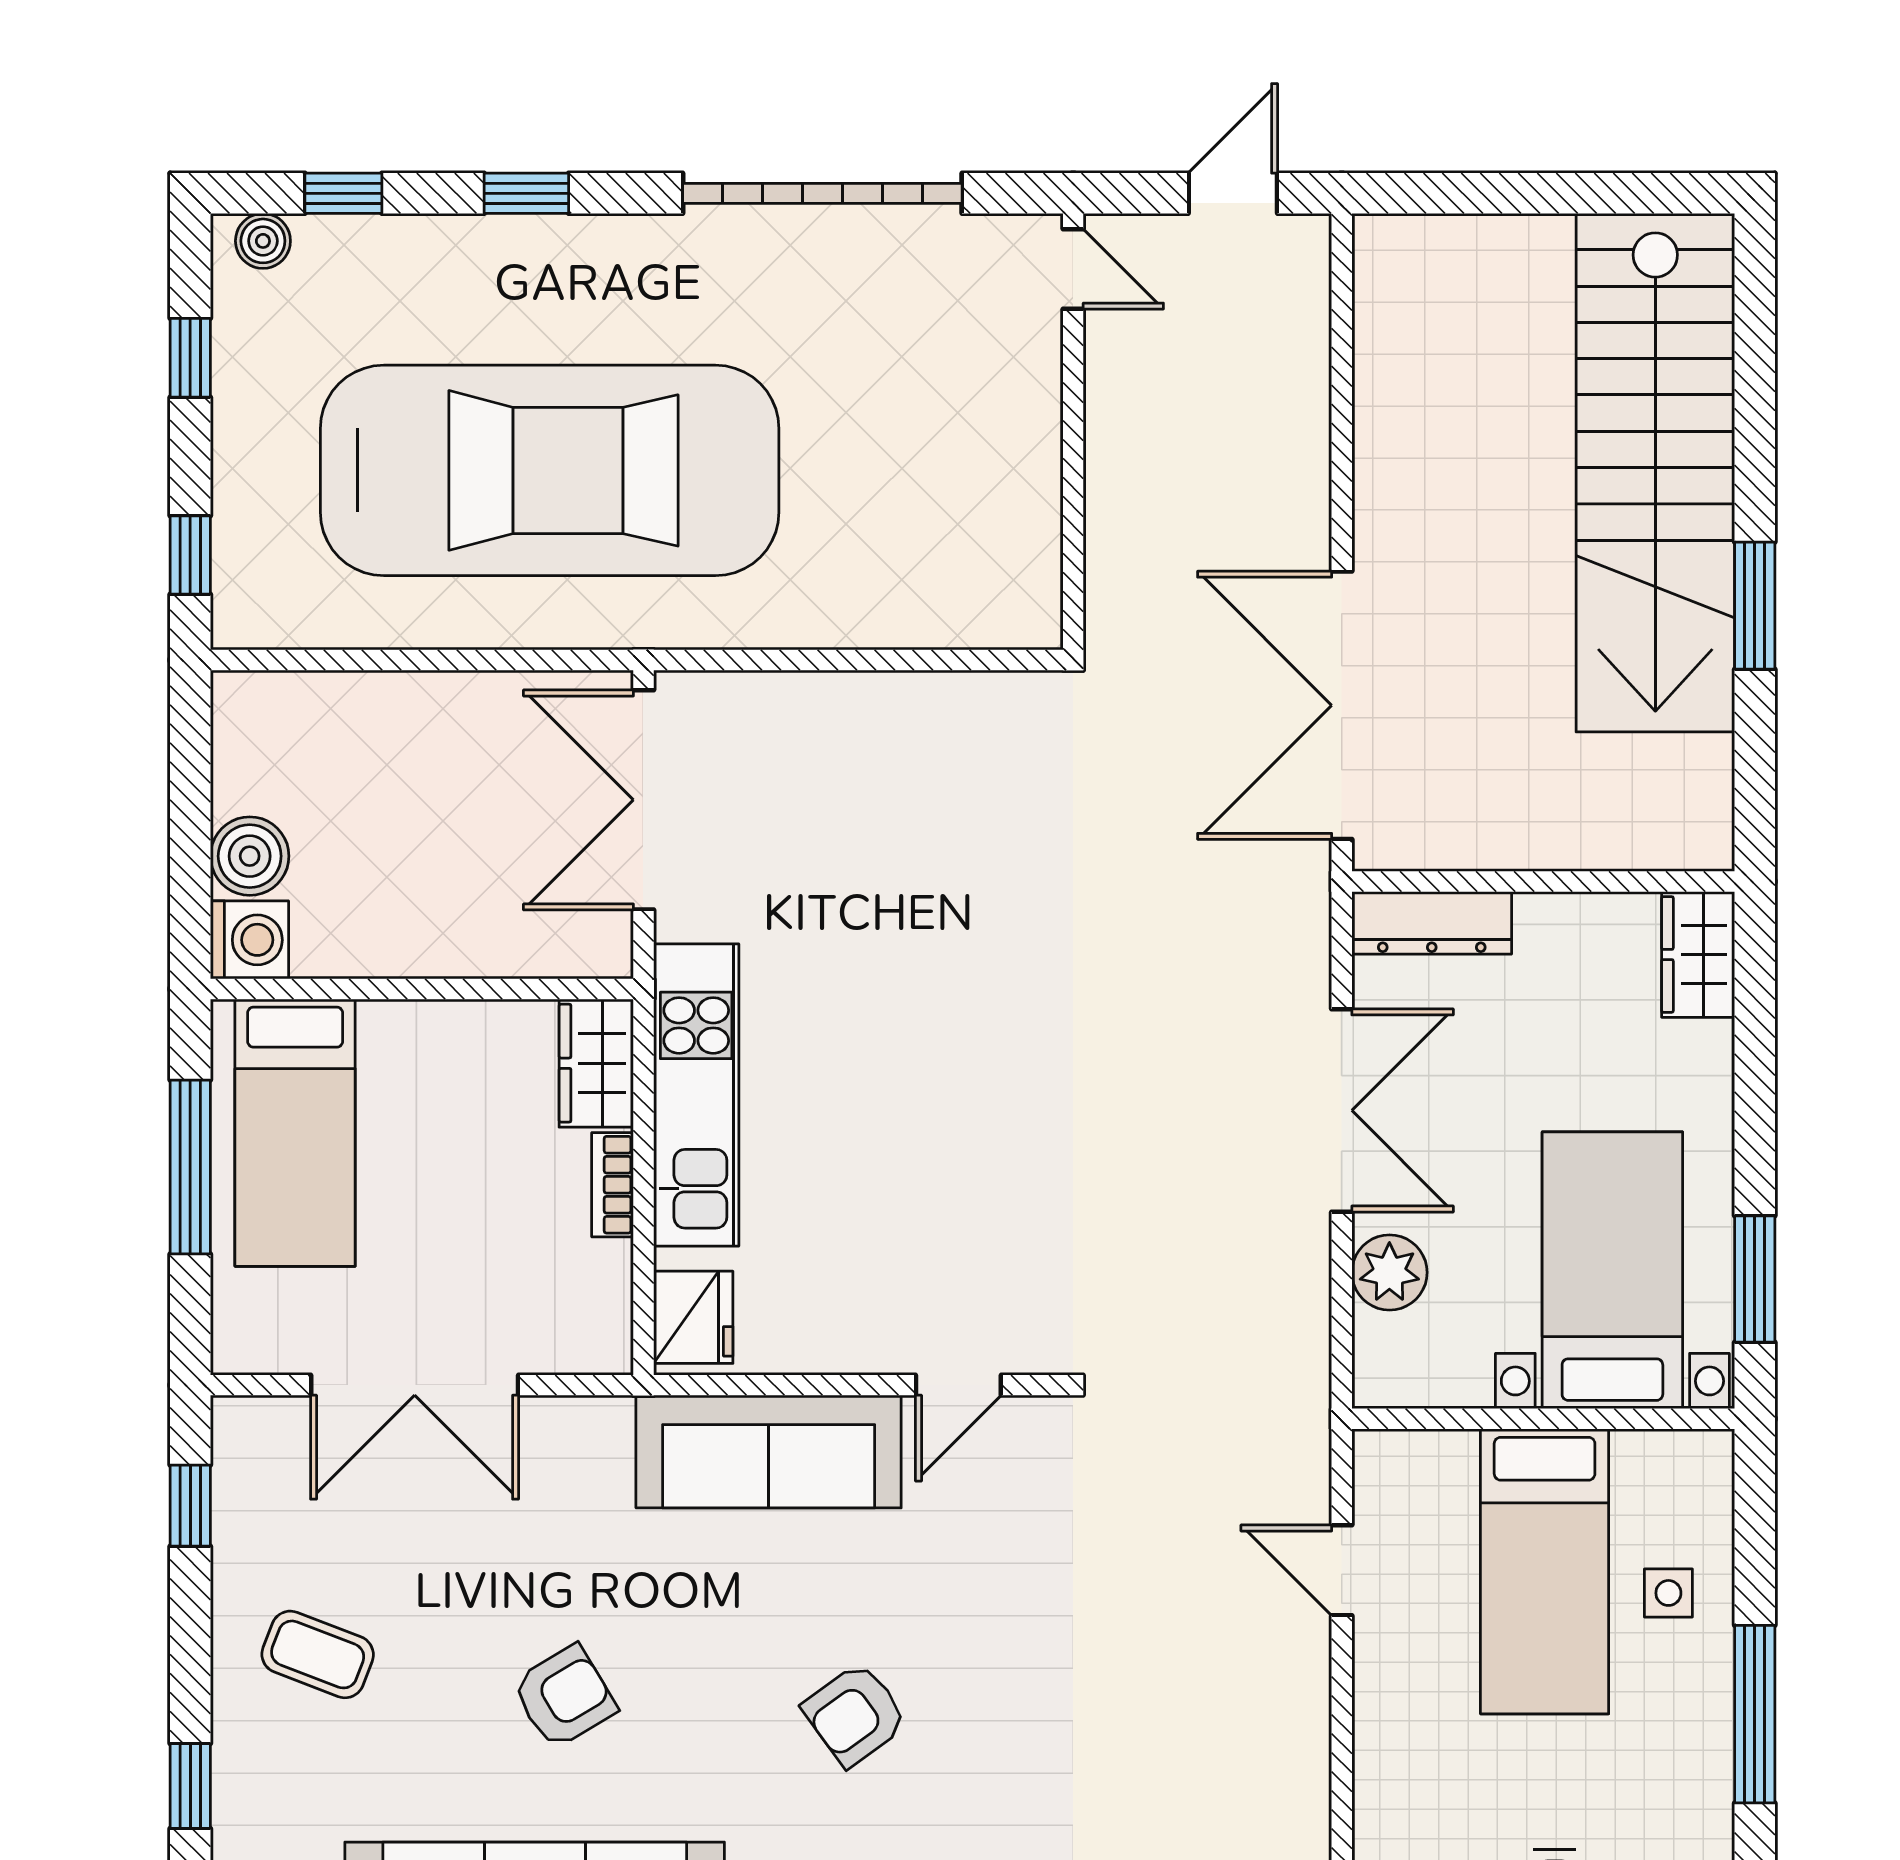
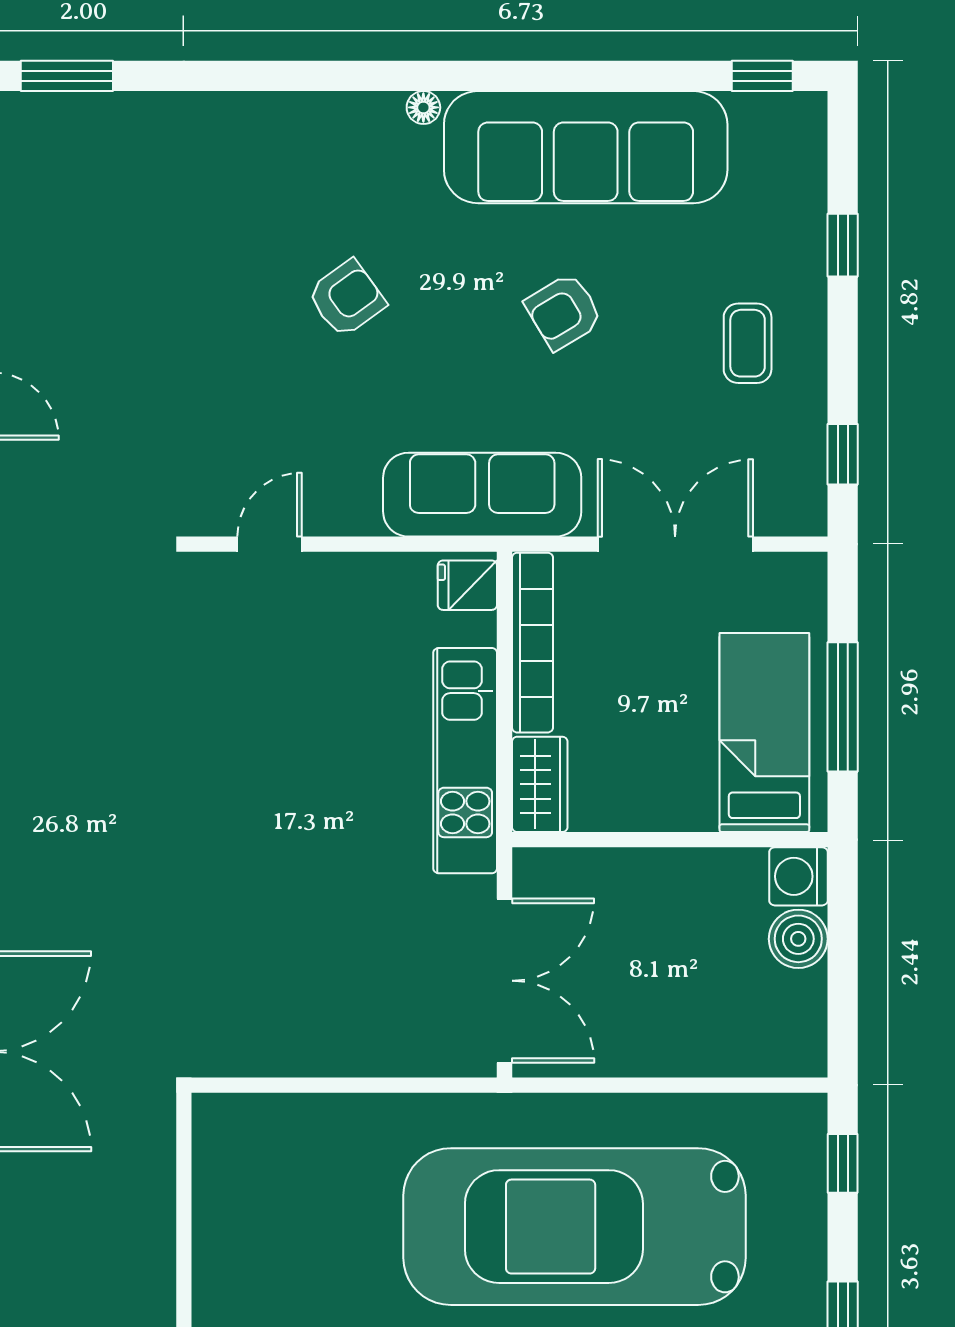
bookcase: (613, 1185) -> (532, 643), width x2.31, depth x1.31
fridge: (693, 1317) -> (467, 585), width x0.72
sofa: (769, 1452) -> (482, 495), moved
coffee table: (318, 1654) -> (748, 343), turned 69

